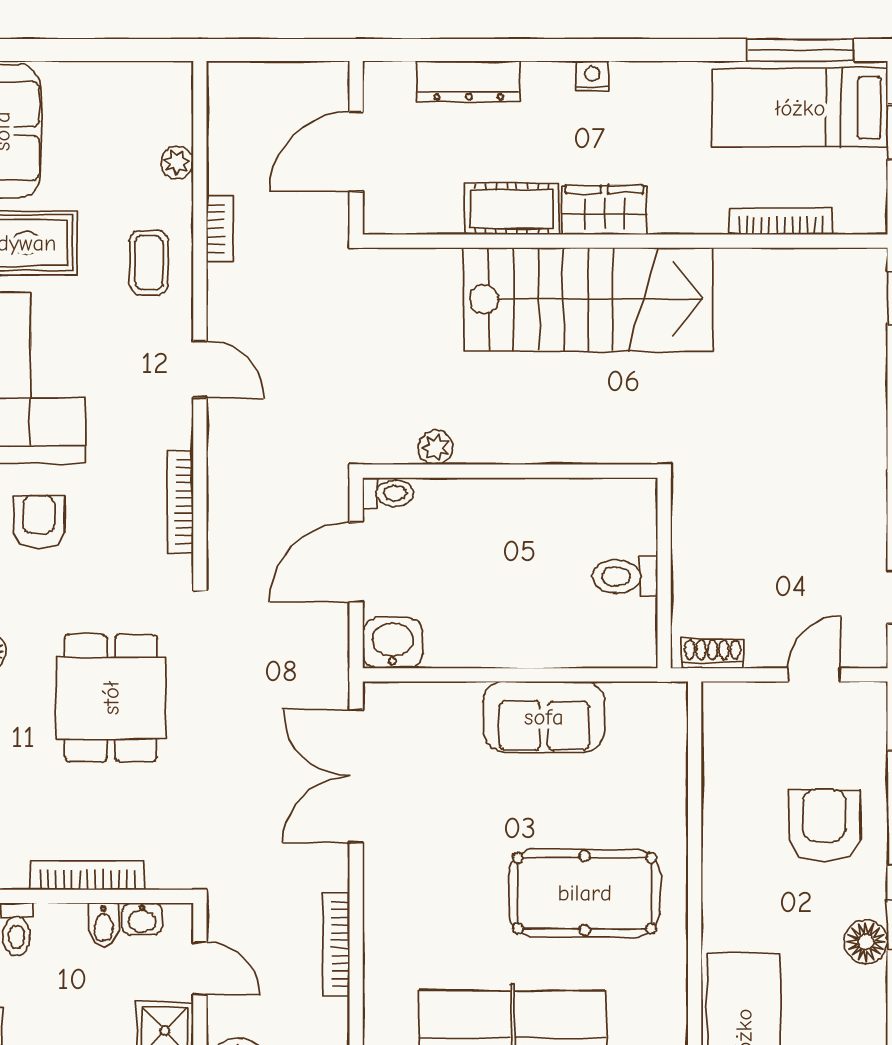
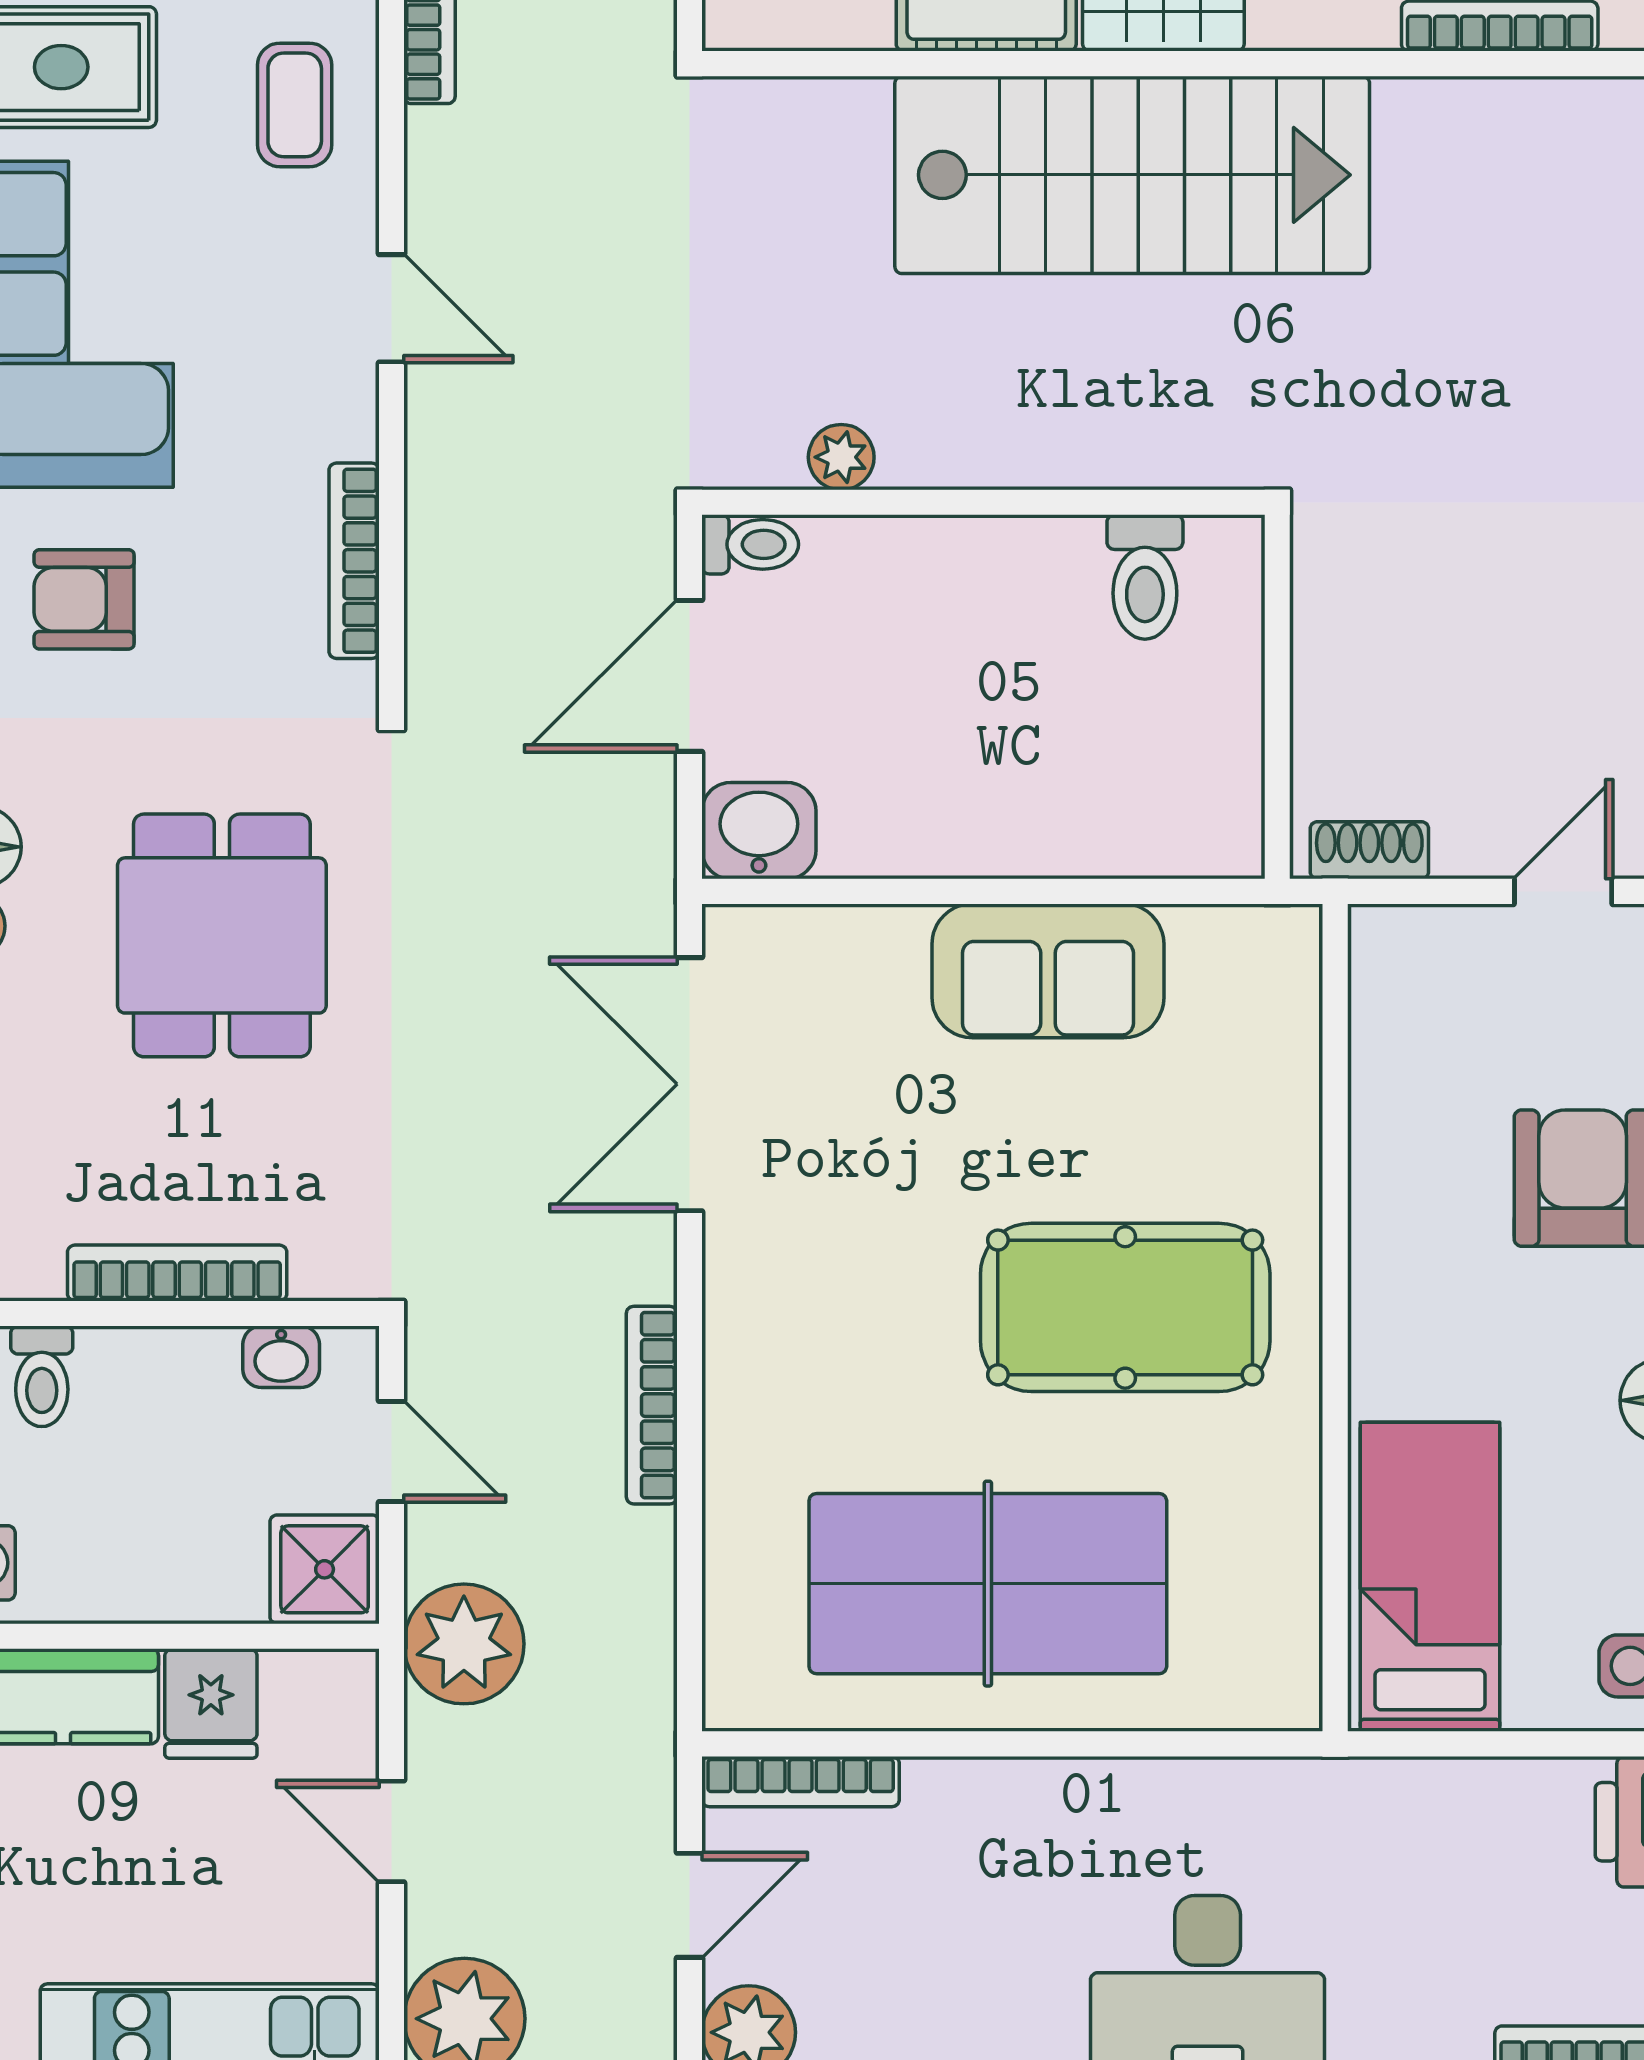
armchair: (39, 522) -> (84, 599), turned -90
toilet: (625, 576) -> (1145, 577), moved, turned -90
bidet: (104, 925) -> (208, 1368), removed

